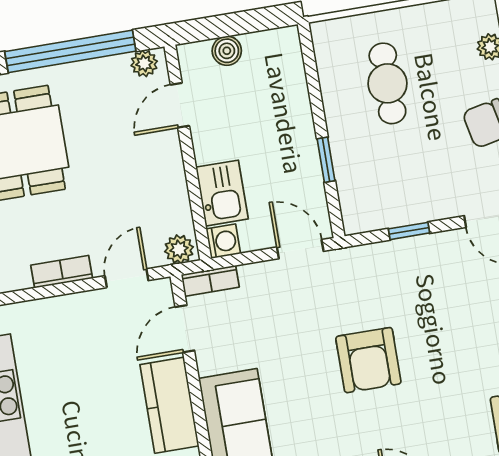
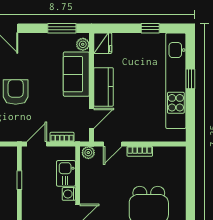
washing machine: (223, 241) -> (69, 194), moved
door: (300, 249) -> (37, 144), swing flipped
bookcase: (210, 281) -> (62, 137), moved

